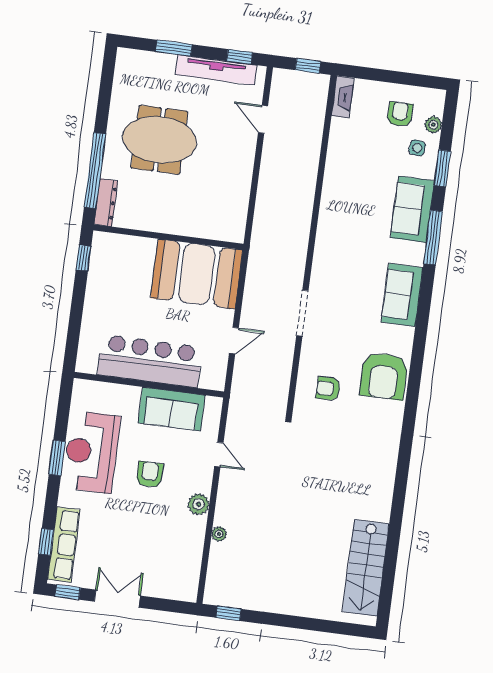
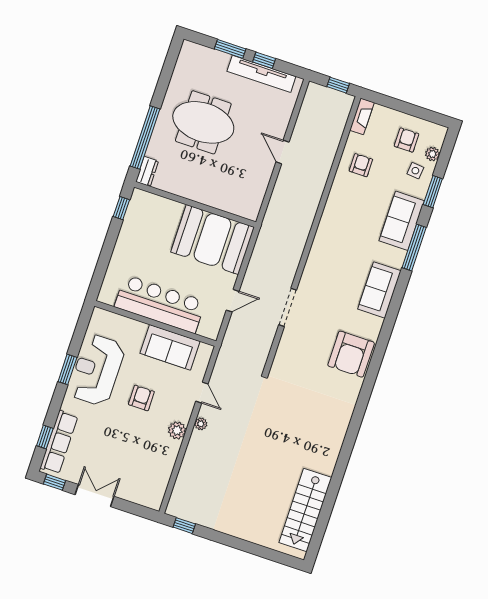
window: (240, 57) -> (264, 60), moved
door: (263, 119) -> (282, 152), moved
dresser: (106, 202) -> (147, 171), width x0.70
doorway: (302, 313) -> (288, 307), moved
armchair: (328, 389) -> (361, 165), moved, turned 90
plant: (219, 534) -> (201, 424), moved

